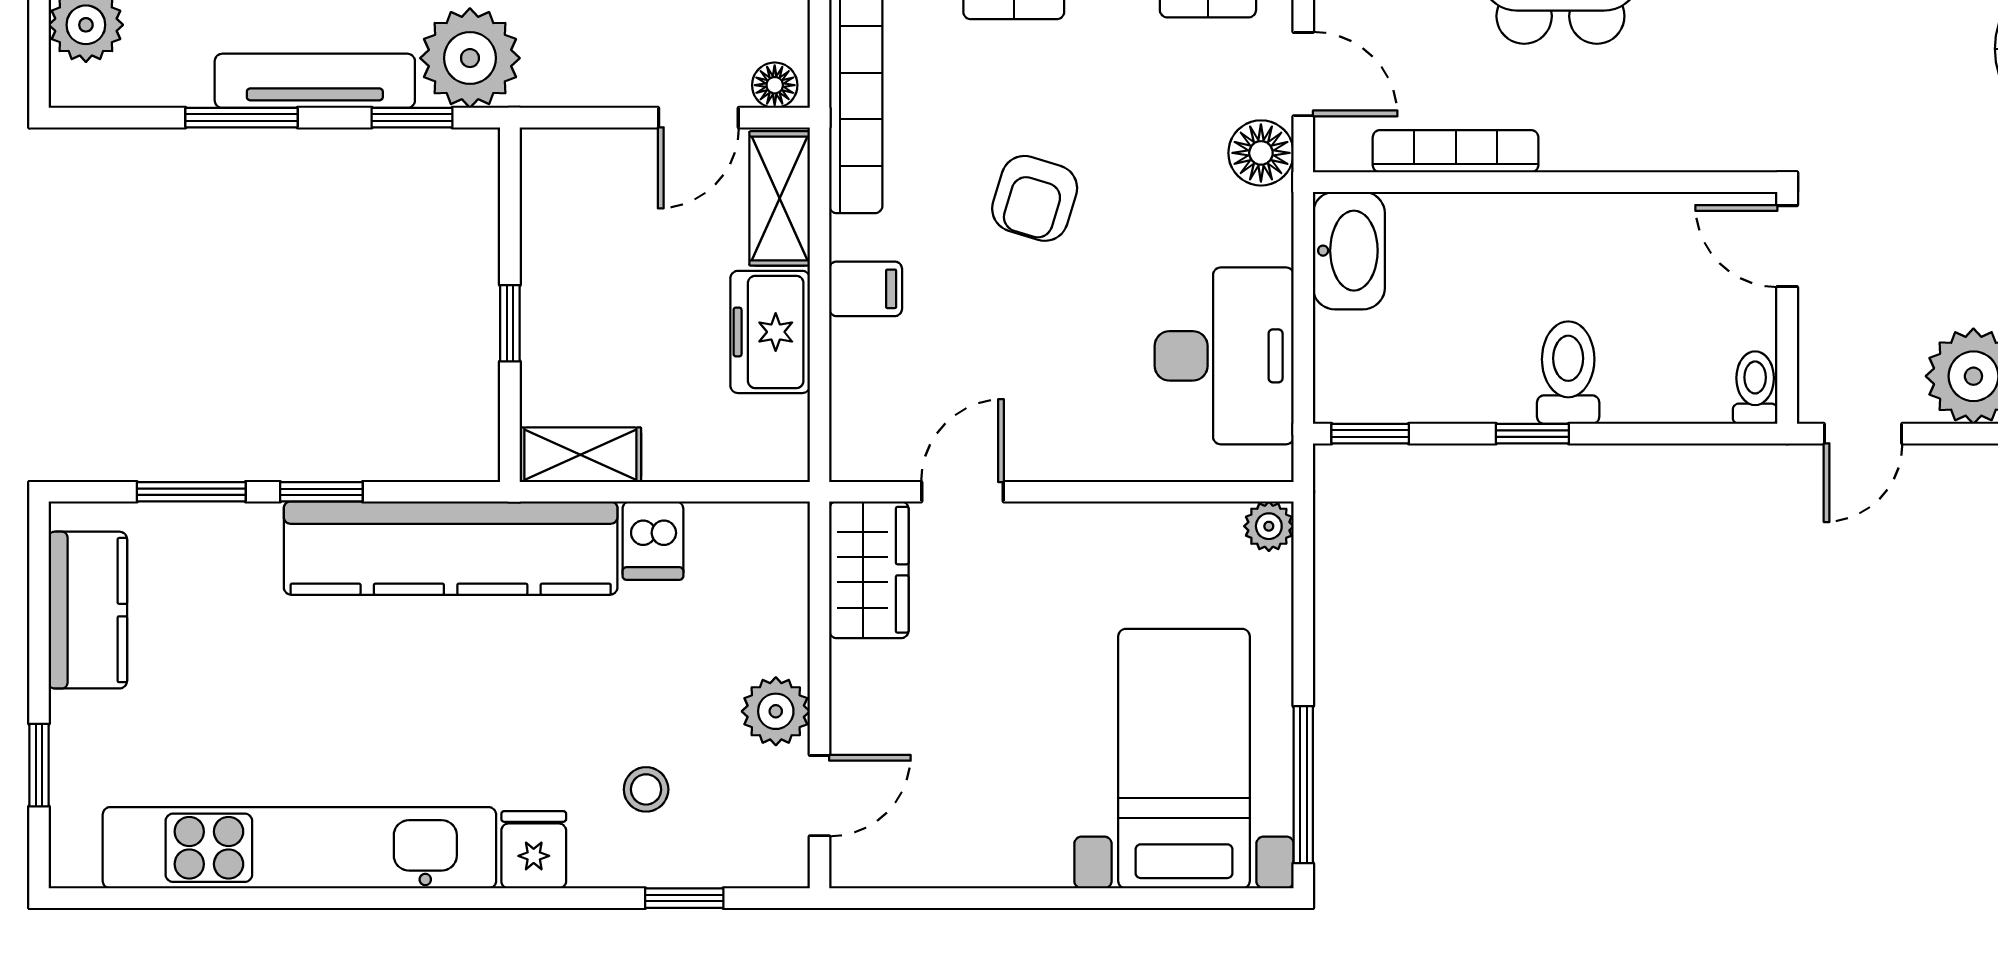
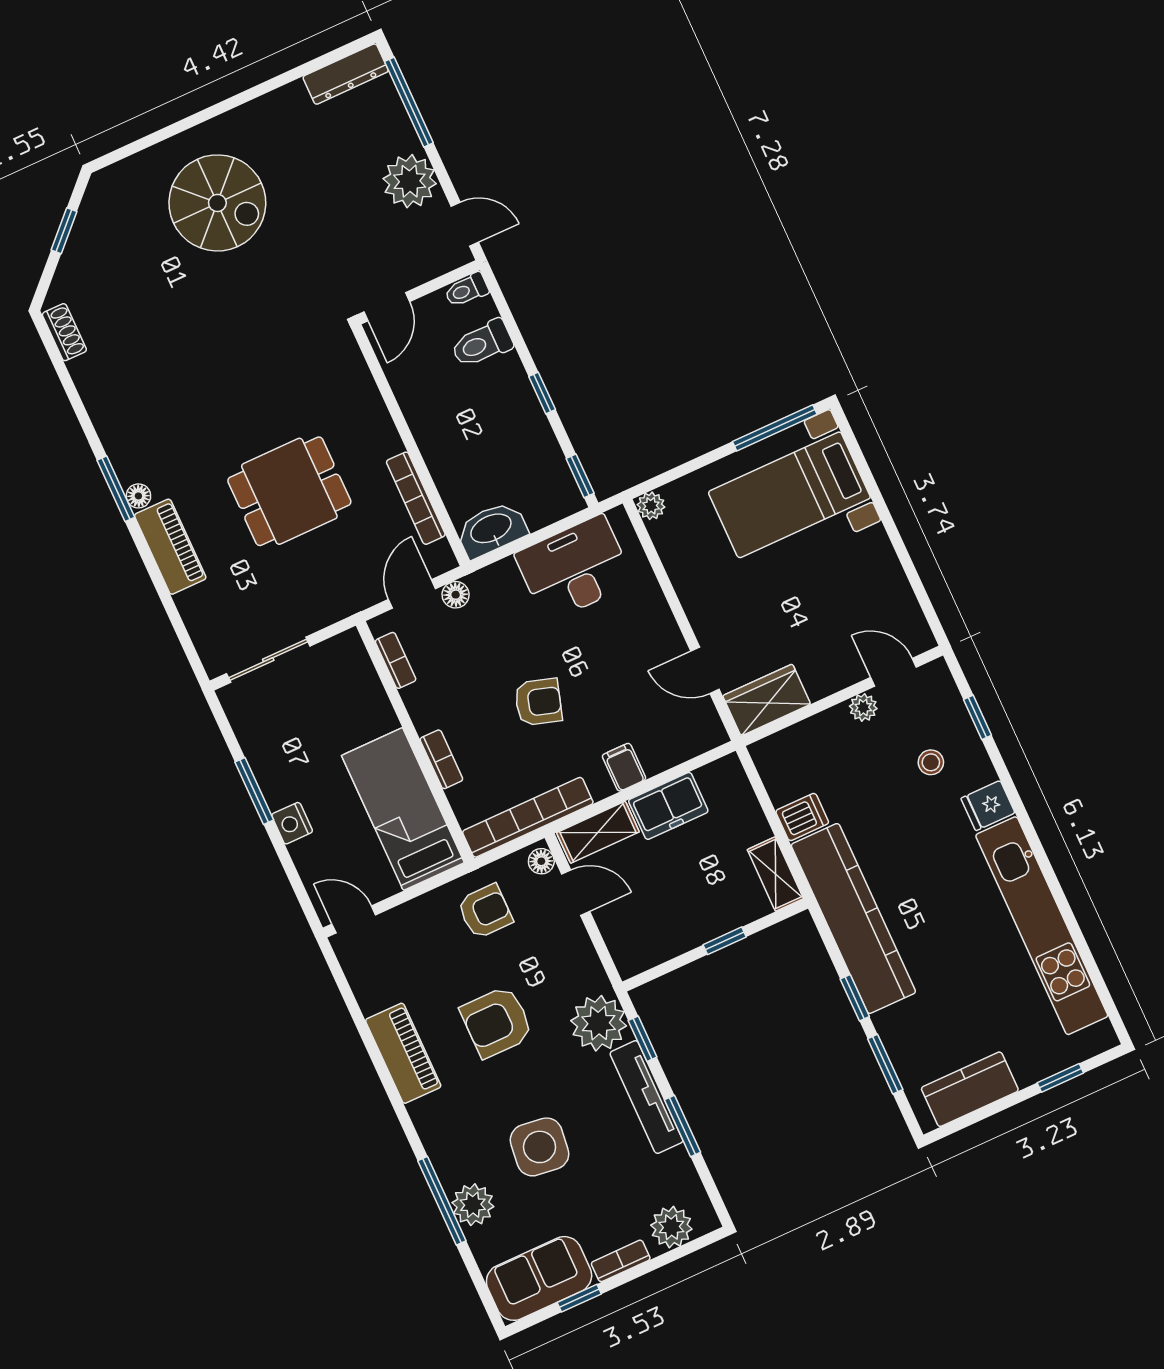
floor lamp: (1261, 153) -> (456, 595), width x0.73, depth x0.73
toilet: (1568, 373) -> (482, 344), moved
plant: (776, 711) -> (863, 707), width x0.73, depth x0.73

